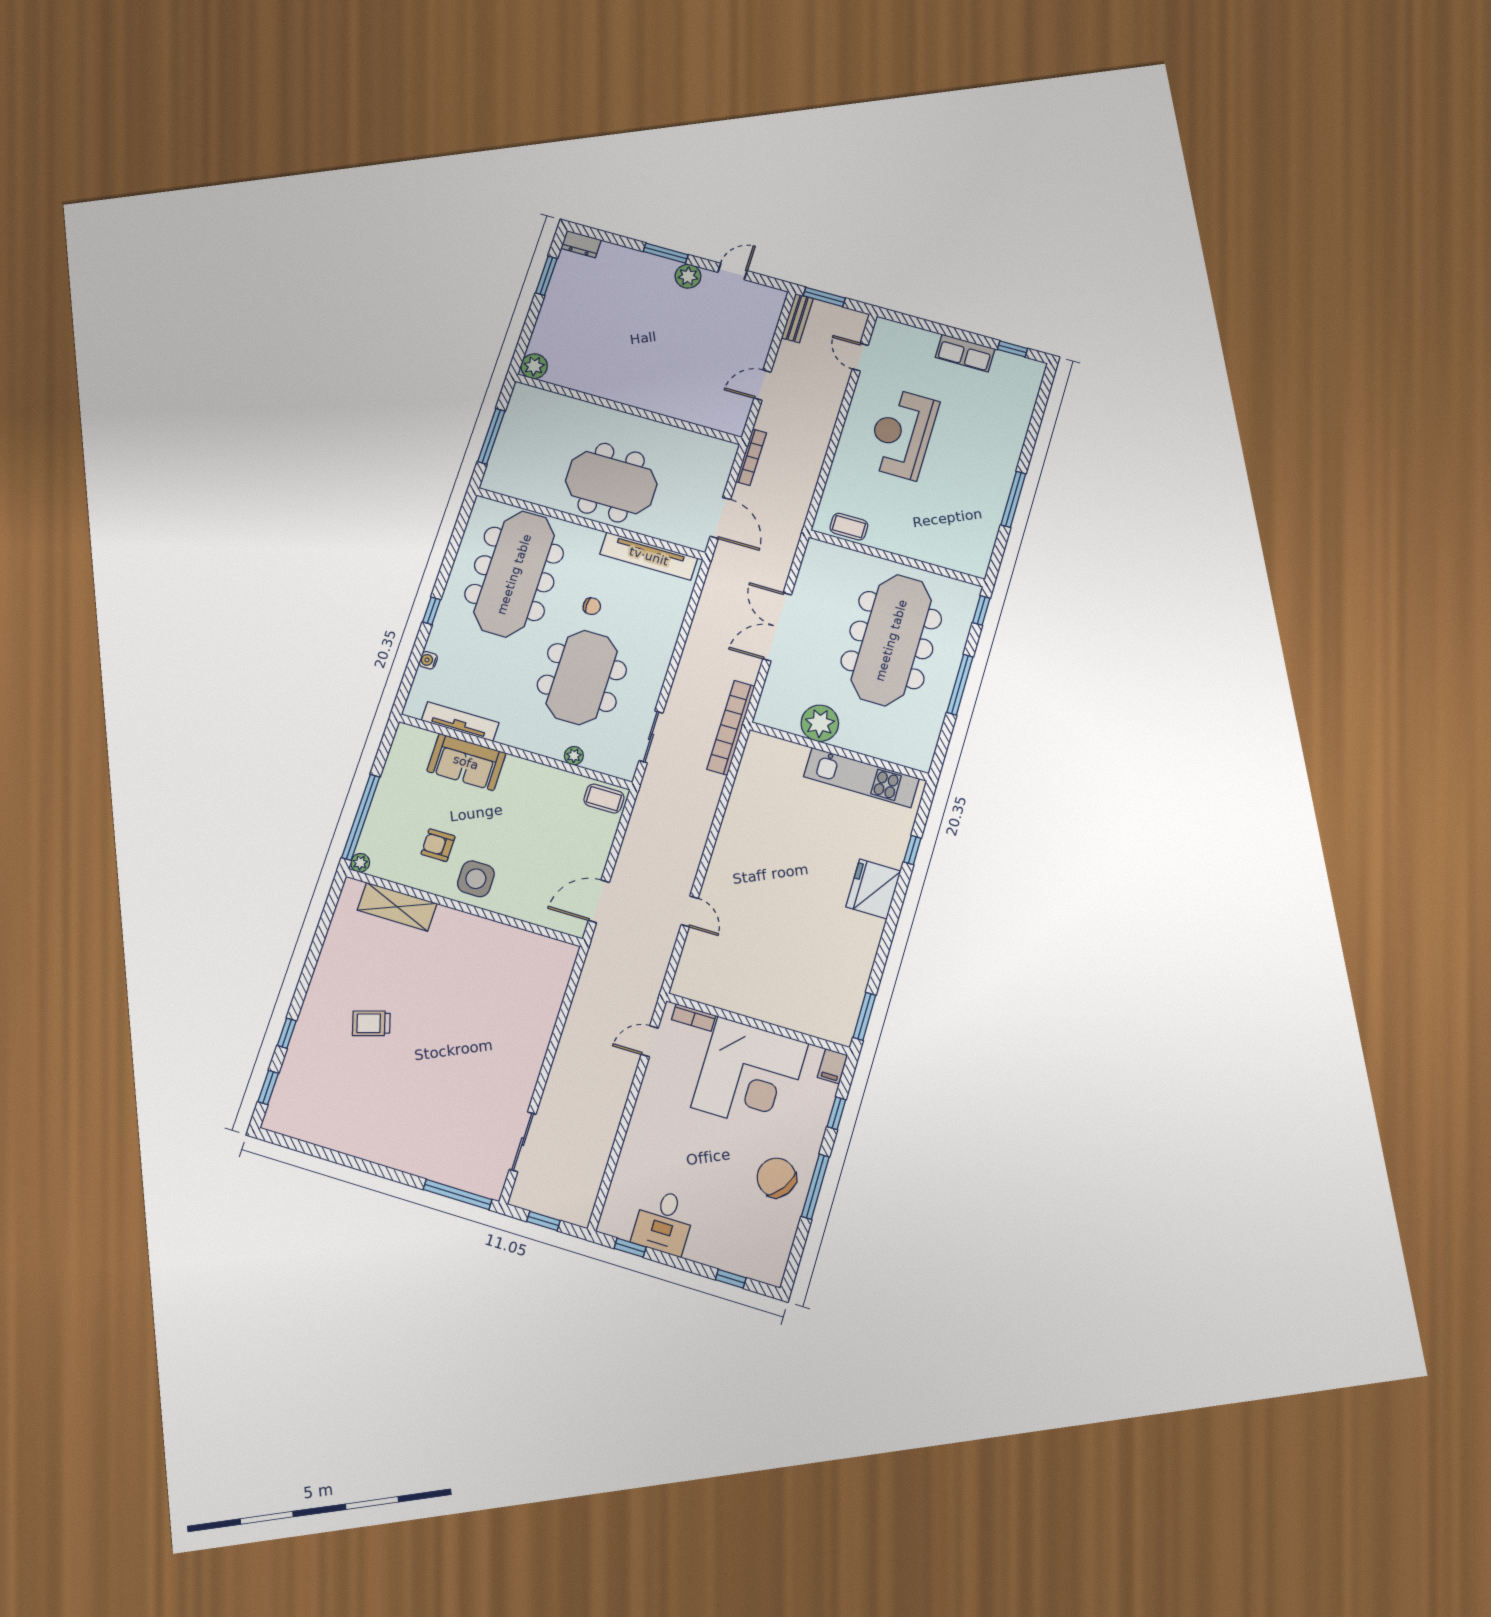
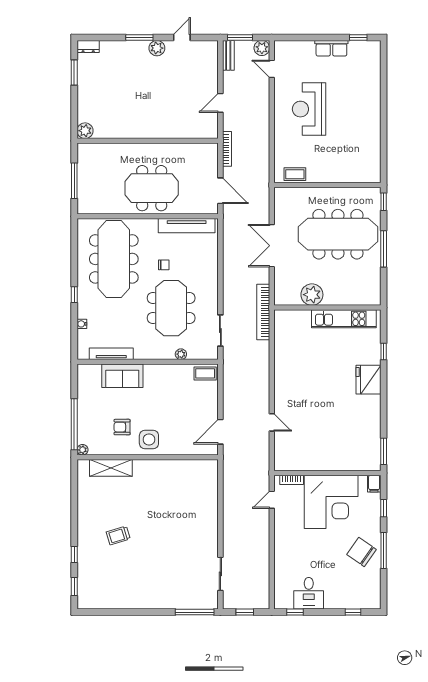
plant: (854, 322) -> (262, 48), added
window: (1013, 499) -> (384, 130), removed
meeting table: (891, 640) -> (338, 234), turned 90

